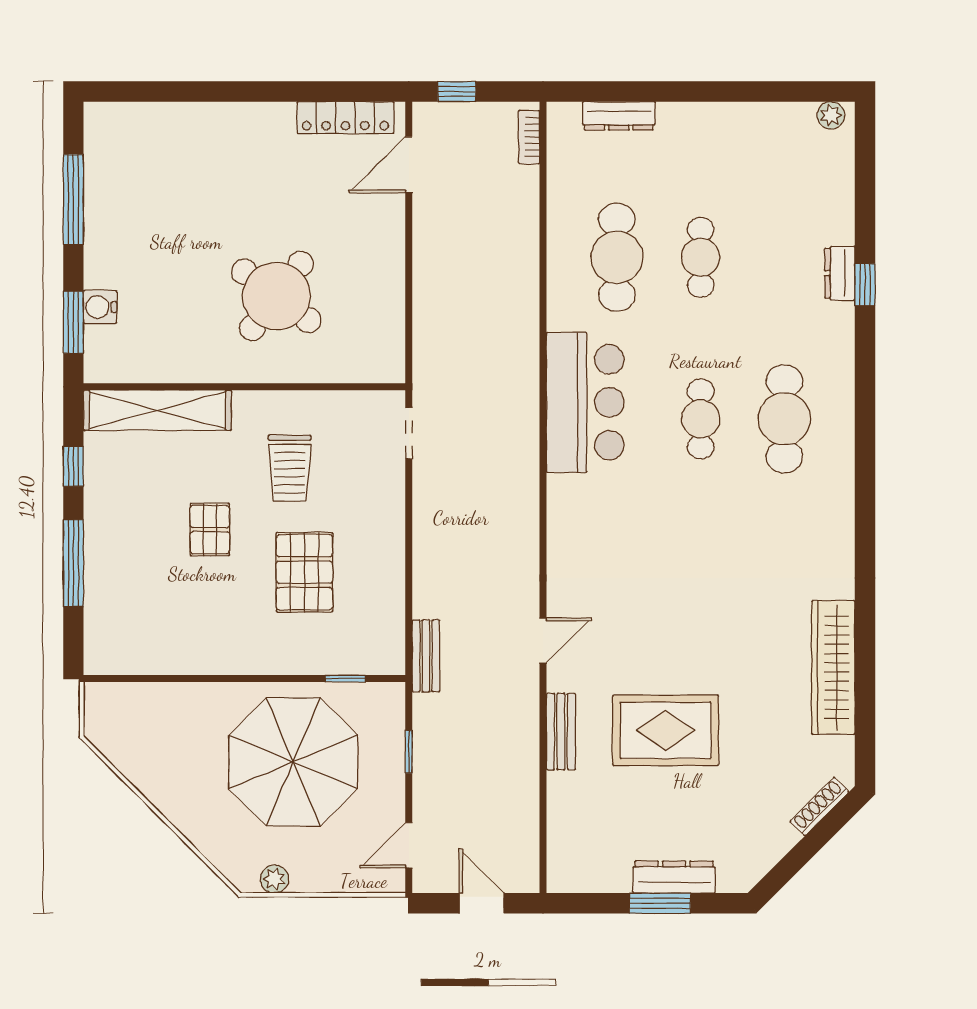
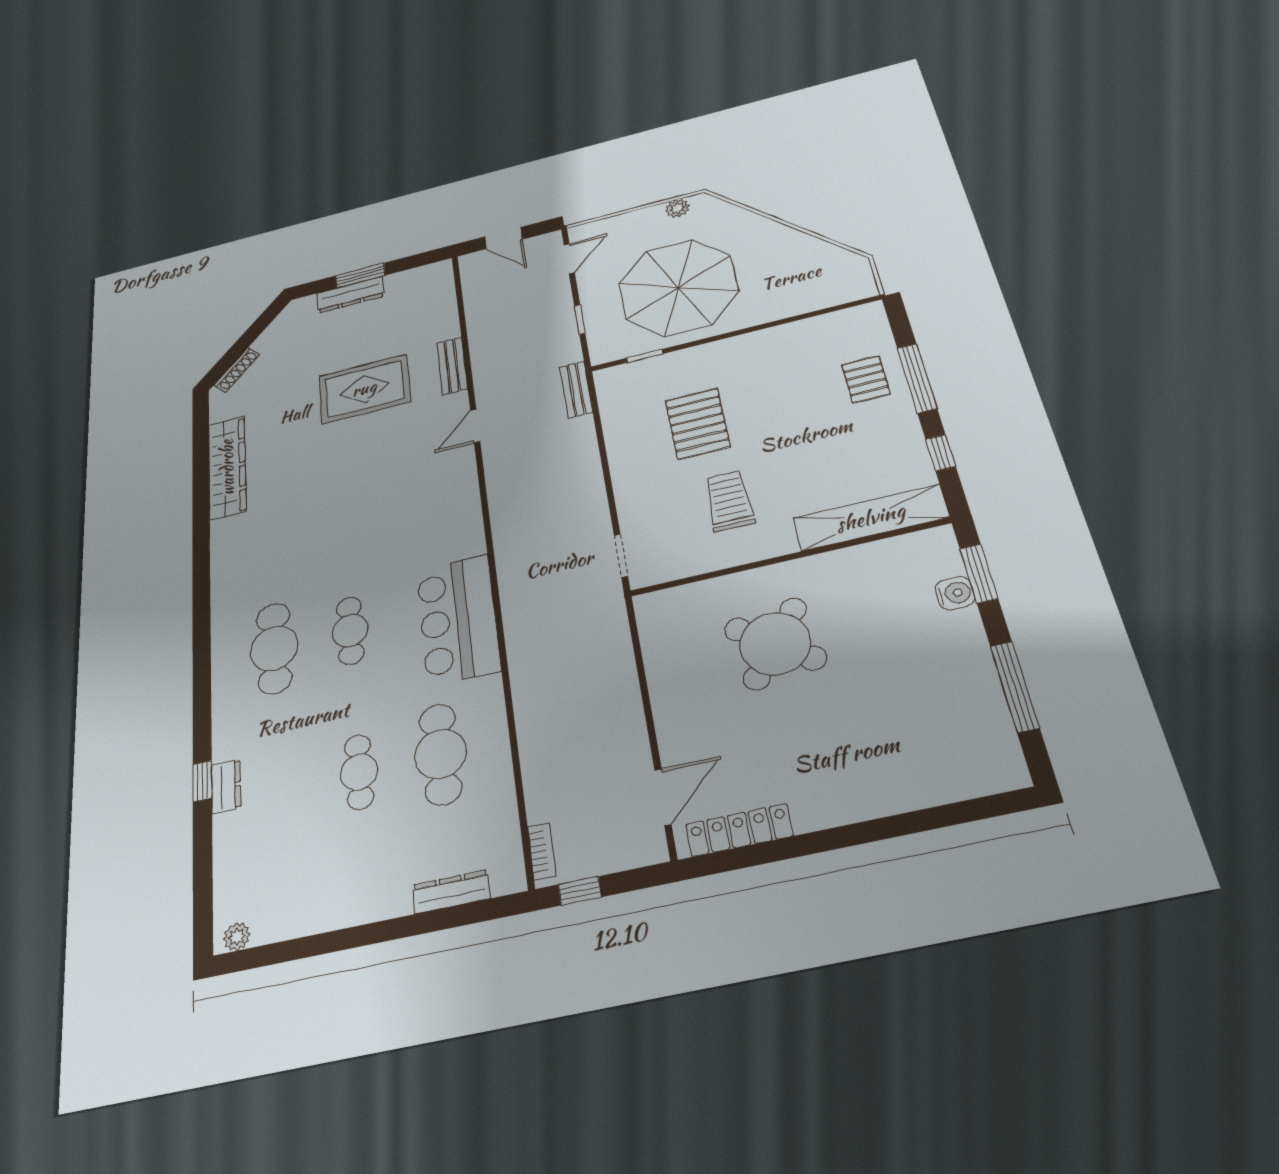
window: (457, 92) -> (580, 891), moved
pallet: (210, 530) -> (866, 379), moved

